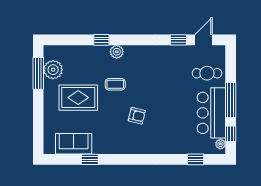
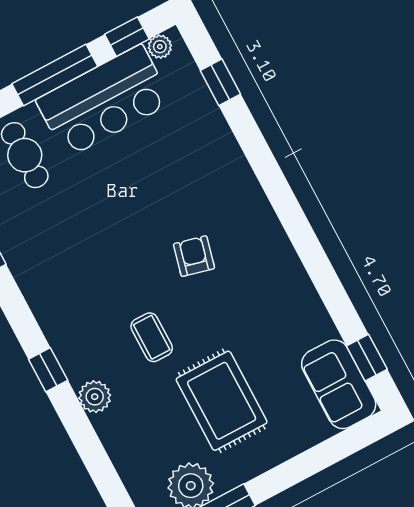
window: (101, 40) -> (48, 370), moved
plant: (117, 52) -> (95, 397), moved
sofa: (74, 144) -> (339, 384), moved
window: (90, 159) -> (367, 358), moved

